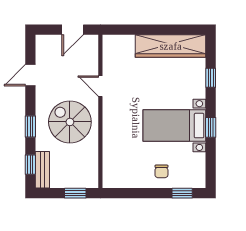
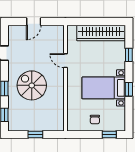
door: (100, 86) -> (65, 61), moved
wall: (100, 111) -> (65, 78), moved
bench: (42, 170) -> (13, 118), removed

